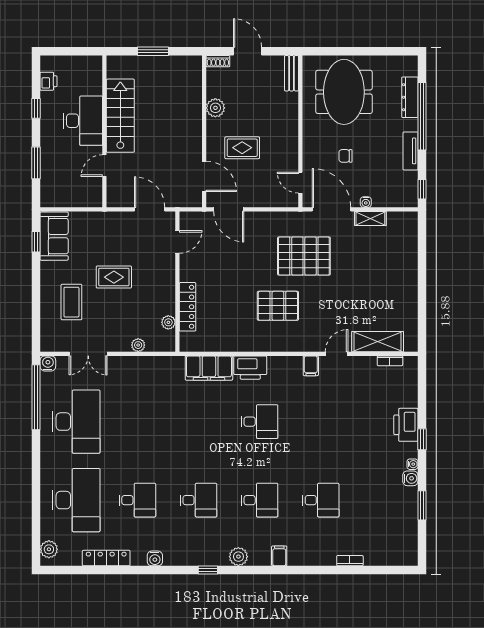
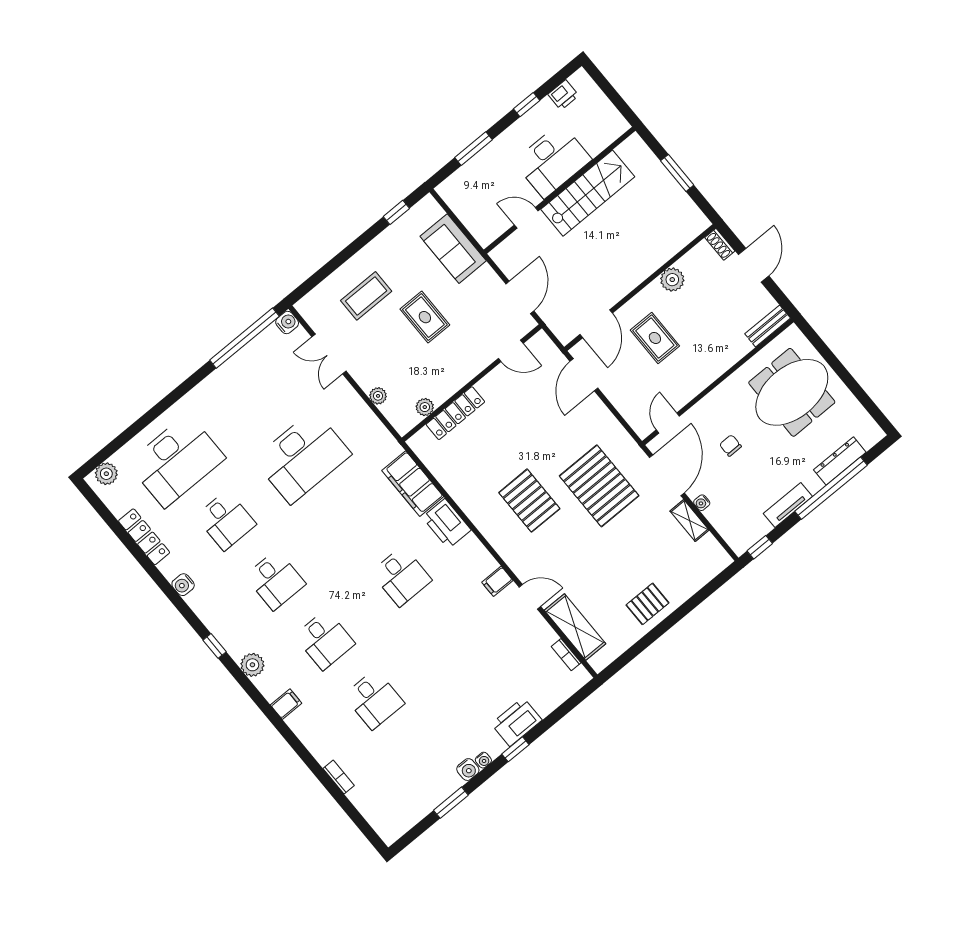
sofa: (54, 236) -> (453, 249), moved, turned 90
pallet: (400, 286) -> (648, 604), added
desk: (76, 422) -> (303, 457), moved

